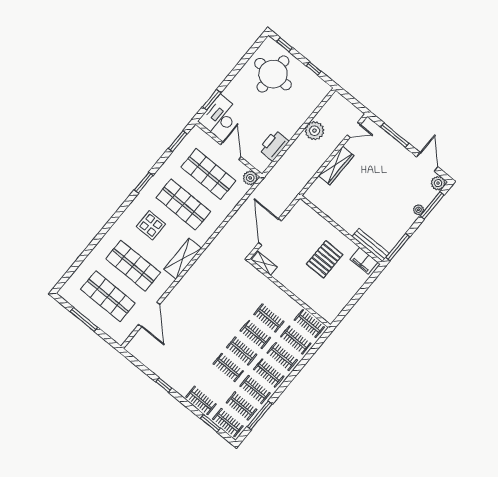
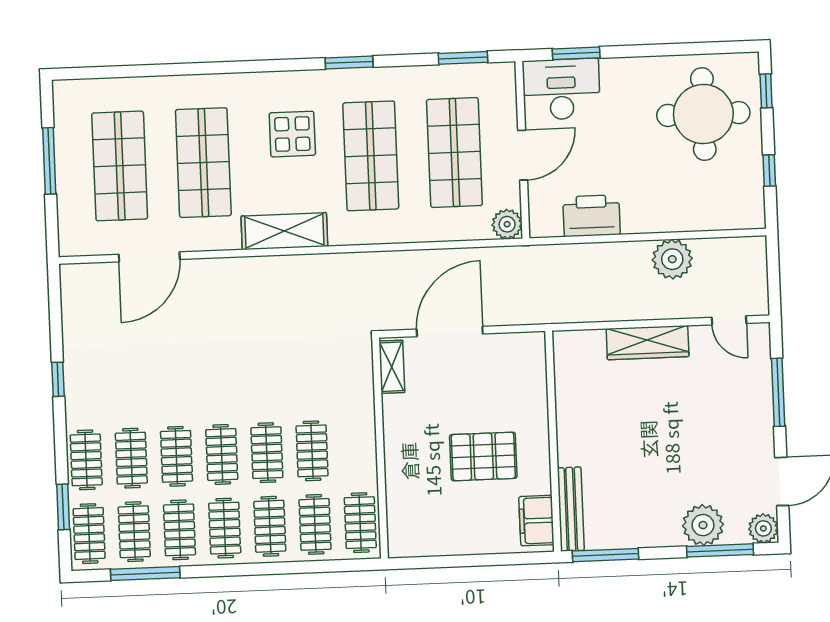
plant: (419, 210) -> (703, 525), width x1.88, depth x1.88
clothes rail: (215, 384) -> (131, 458), added

